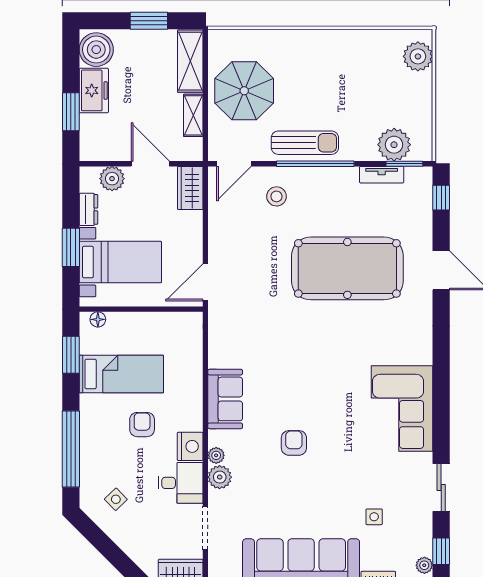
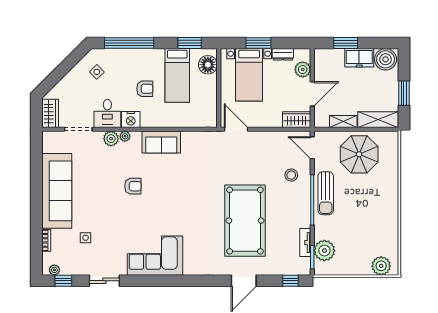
floor lamp: (98, 319) -> (208, 65), width x1.89, depth x1.89

